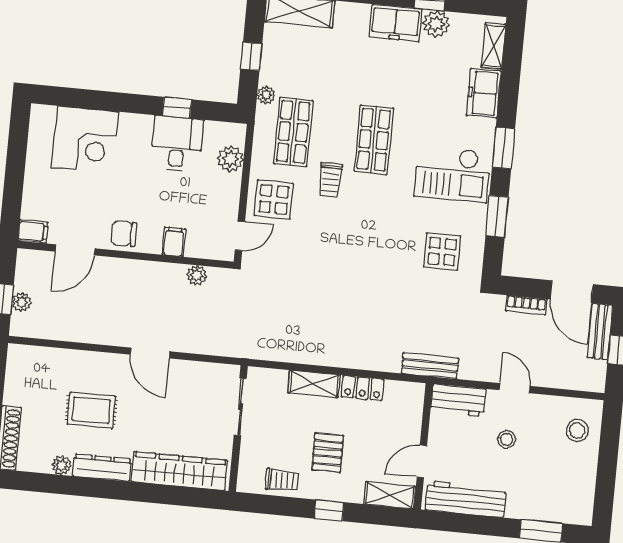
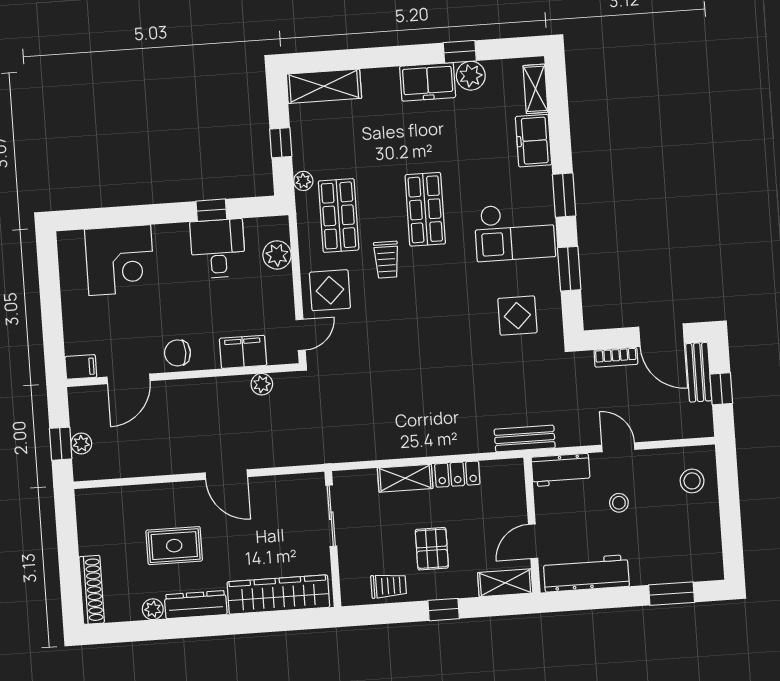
filing cabinet: (174, 242) -> (243, 352), width x2.00

